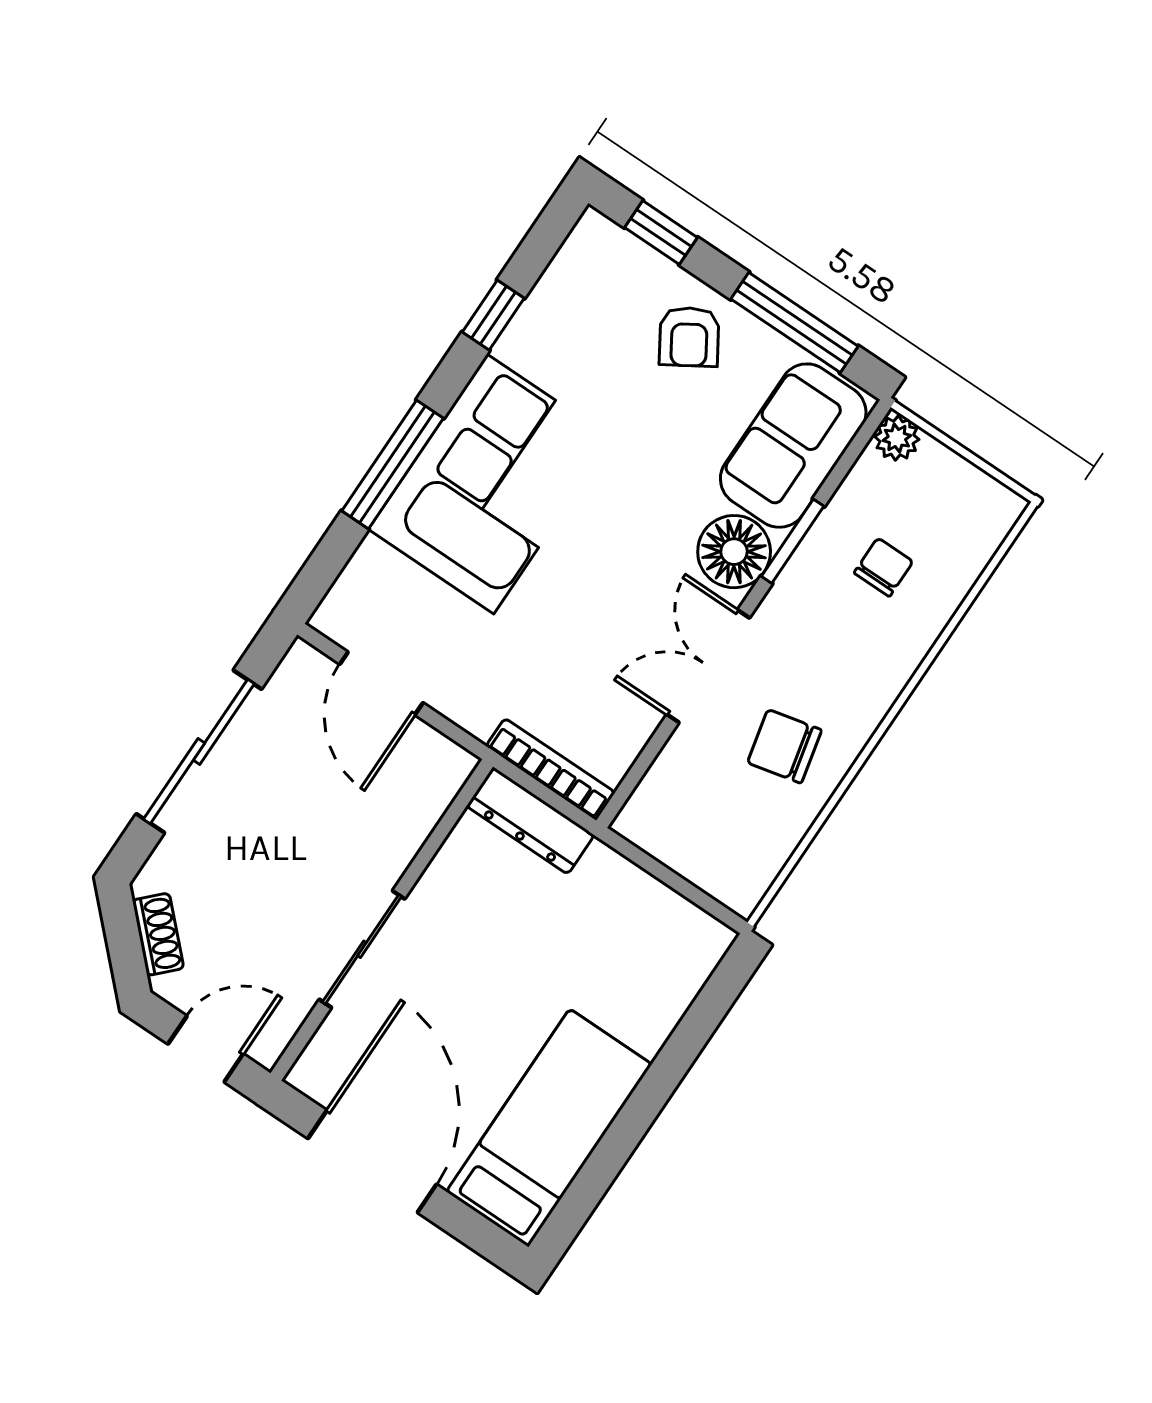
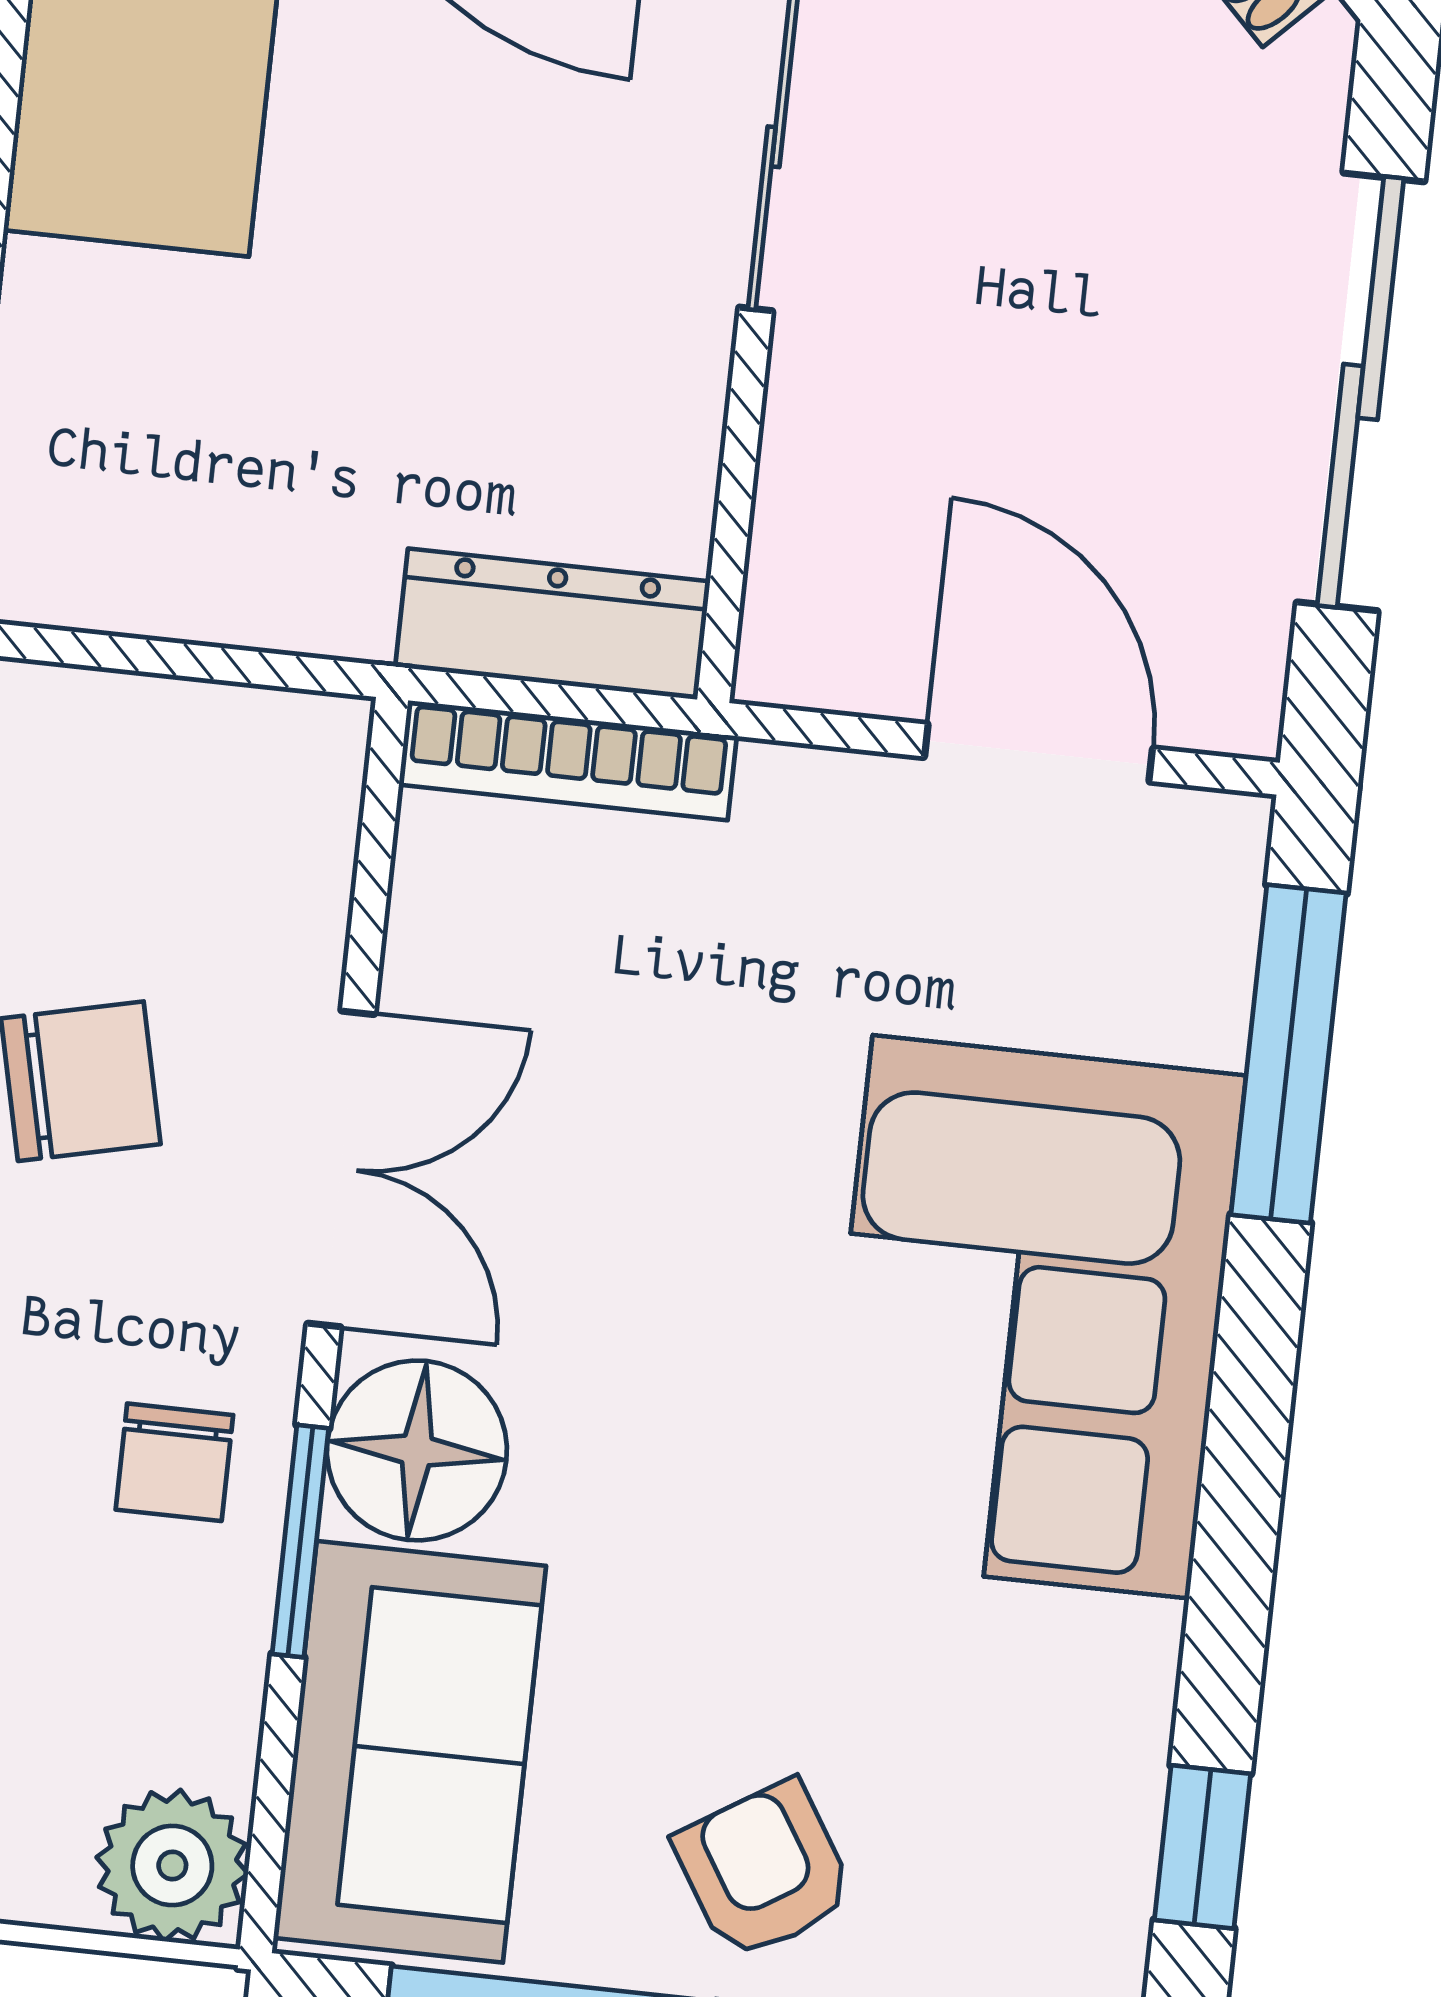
window: (493, 315) -> (1202, 1847), moved
plant: (897, 438) -> (172, 1865), width x1.38, depth x1.38
window: (393, 464) -> (1289, 1054), moved
chair: (884, 567) -> (174, 1462), moved

